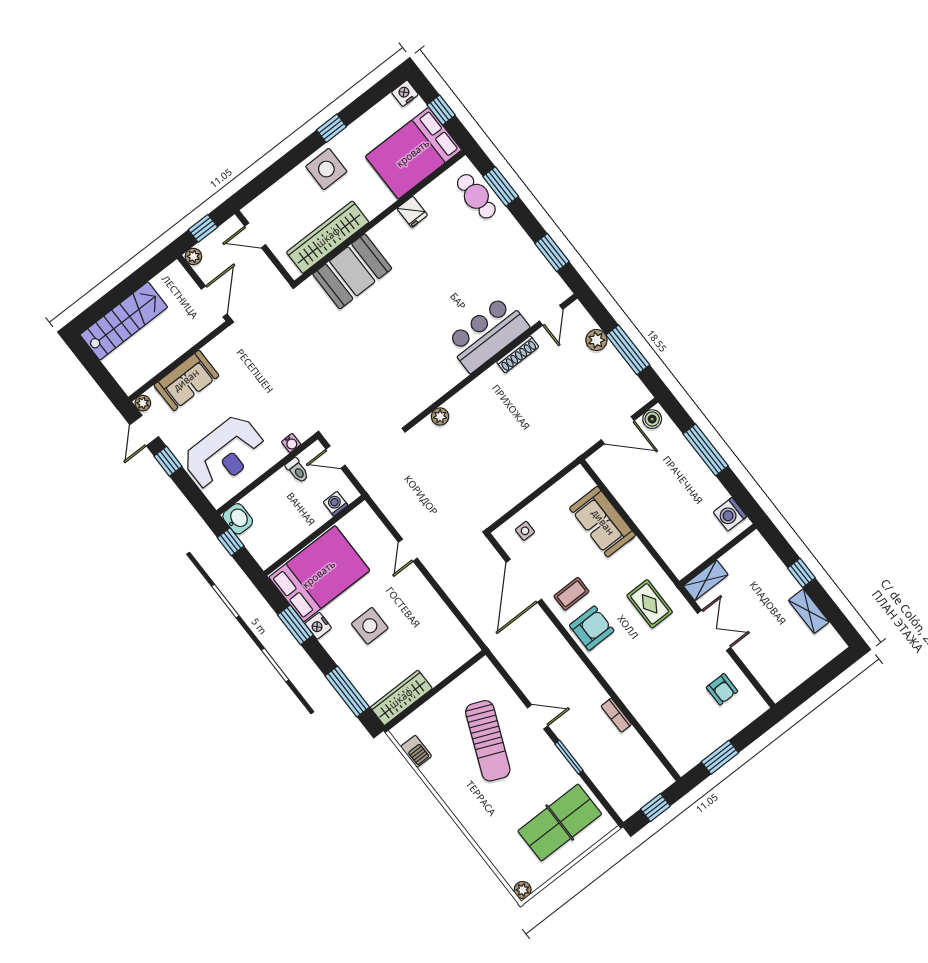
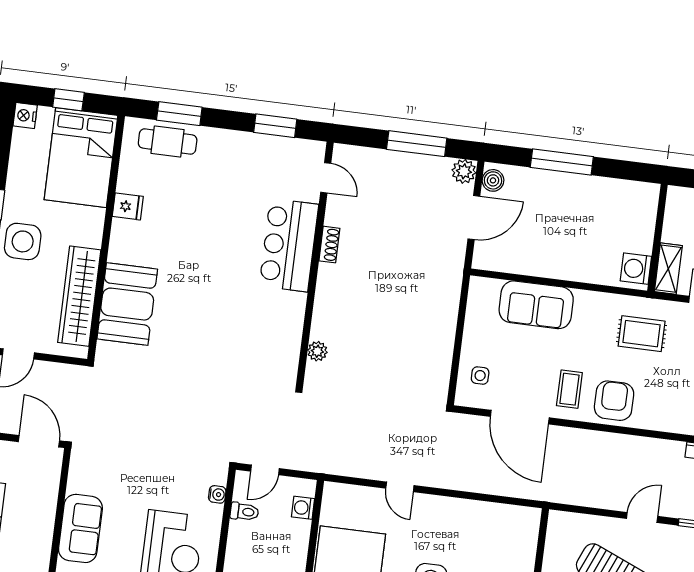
plant: (596, 340) -> (464, 171), moved
shoe rack: (518, 354) -> (329, 245), width x0.70
washing machine: (730, 514) -> (636, 269), moved, turned 90

